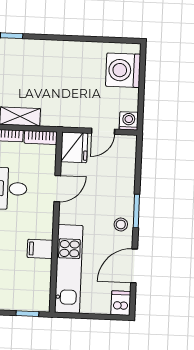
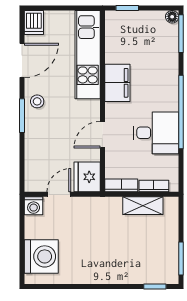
filing cabinet: (40, 249) -> (117, 83), width x2.00

